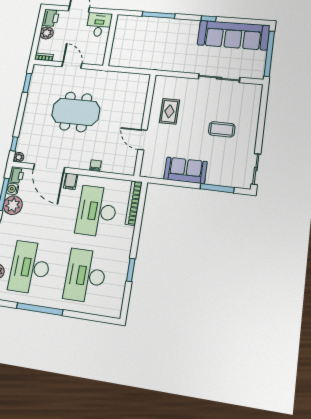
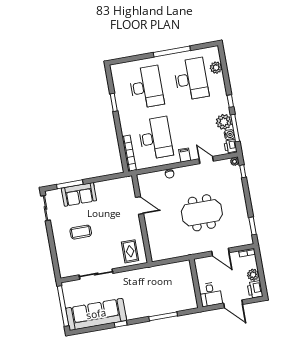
rug: (169, 111) -> (130, 251), moved
door: (49, 168) -> (206, 160), width x0.53
sofa: (186, 170) -> (79, 194), moved

